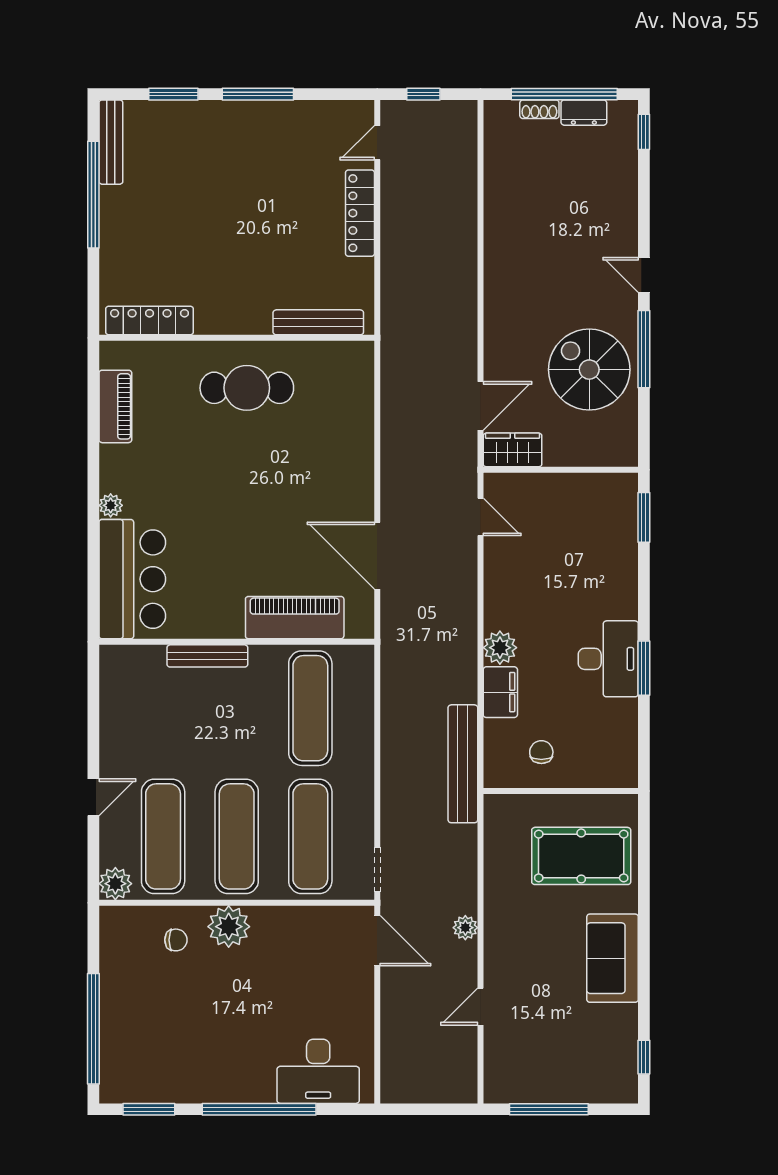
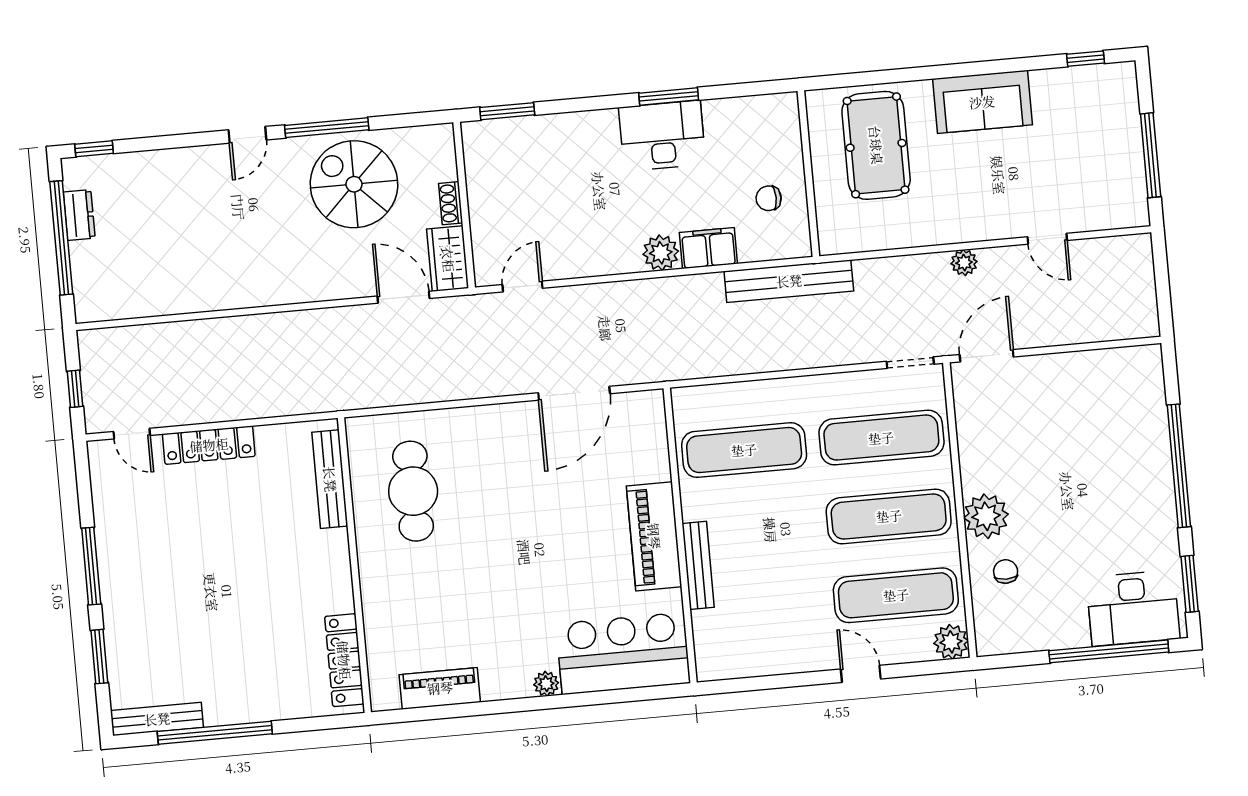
shoe rack: (539, 109) -> (451, 203), moved, turned 180
spiral stairs: (589, 370) -> (354, 184), turned 90
cafe table: (247, 388) -> (413, 491), moved
piano: (295, 618) -> (654, 536), moved
desk: (318, 1071) -> (1133, 608), moved, turned 90

